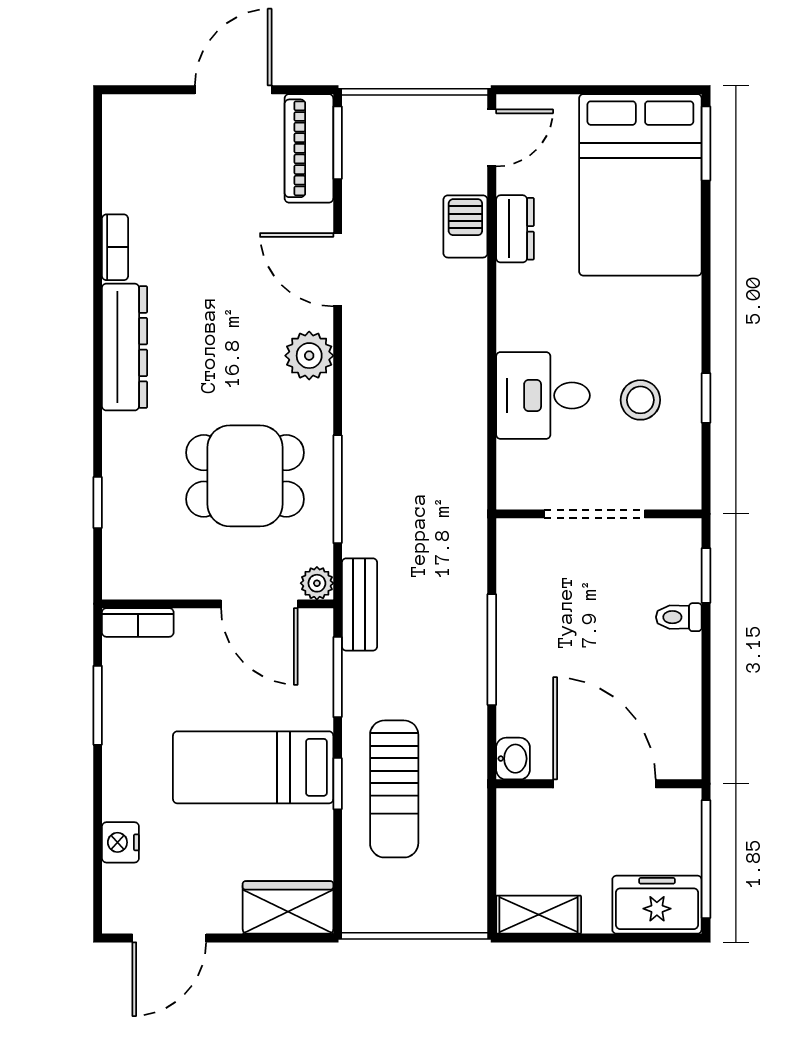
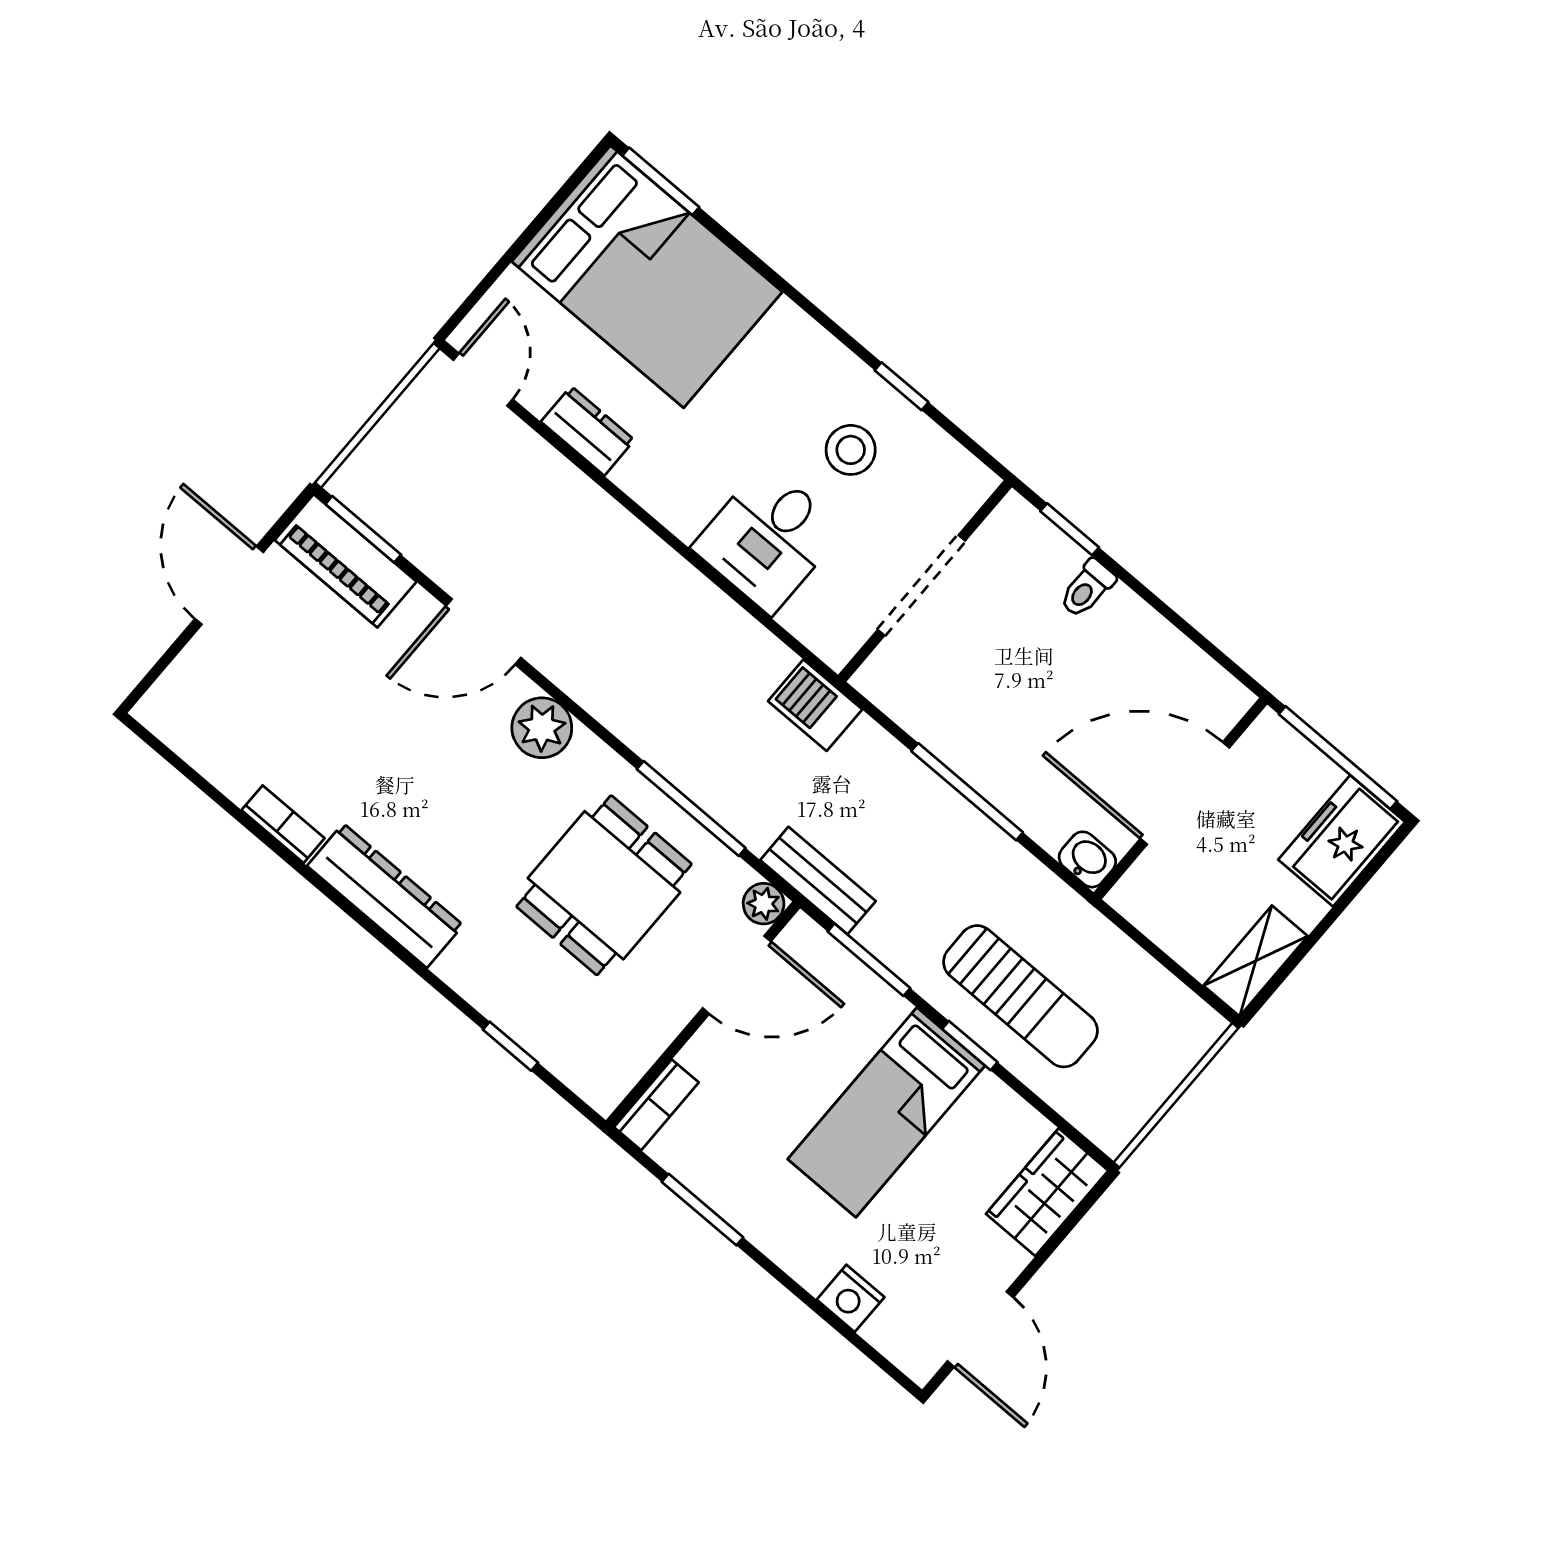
barbecue: (465, 226) -> (815, 705), moved

